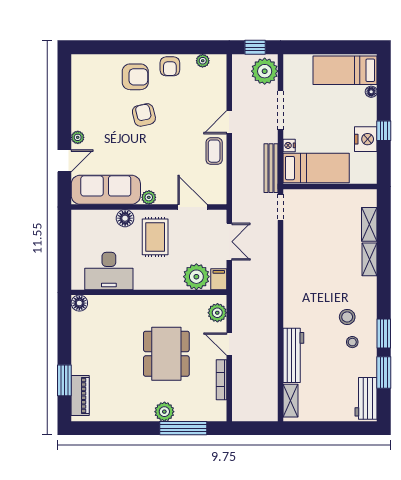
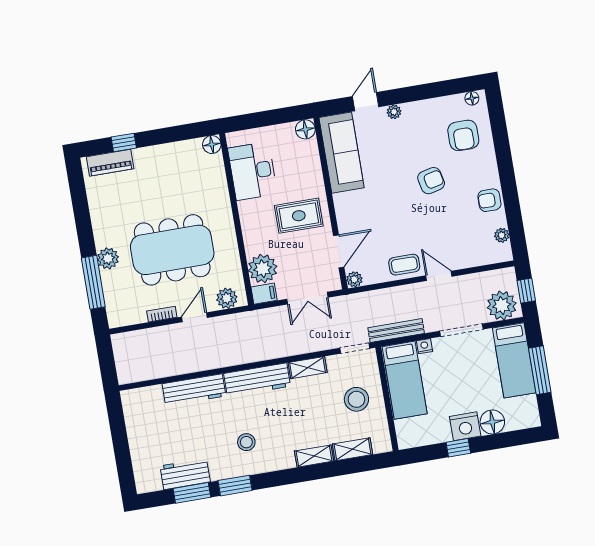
window: (328, 47) -> (540, 370), added
floor lamp: (77, 67) -> (472, 98), added
bed: (345, 70) -> (514, 360), moved, turned 180
armchair: (135, 77) -> (463, 135), moved
floor lamp: (371, 92) -> (492, 422), width x1.89, depth x1.89
nightstand: (366, 139) -> (465, 426), moved
door: (64, 161) -> (366, 102), swing flipped
plant: (149, 197) -> (354, 279), moved
floor lamp: (125, 218) -> (305, 129), moved
workbench: (294, 298) -> (257, 380), added
stool: (352, 342) -> (356, 399), moved, width x1.89, depth x1.89
dining table: (166, 354) -> (172, 250), width x1.36, depth x1.24
window: (64, 380) -> (124, 142), width x0.67
bookcase: (222, 380) -> (162, 314), width x0.64
workbench: (366, 398) -> (185, 474), moved
shelving: (290, 401) -> (308, 368), moved

